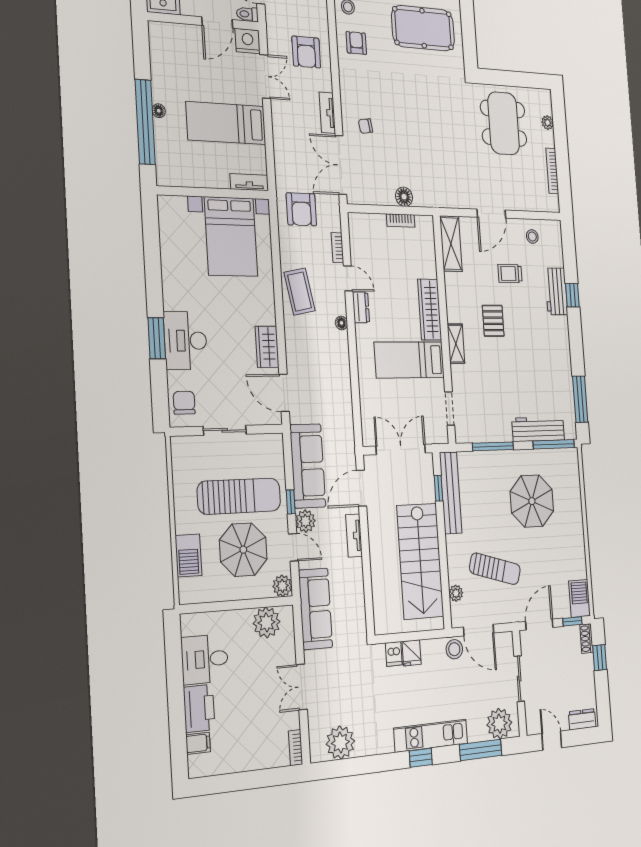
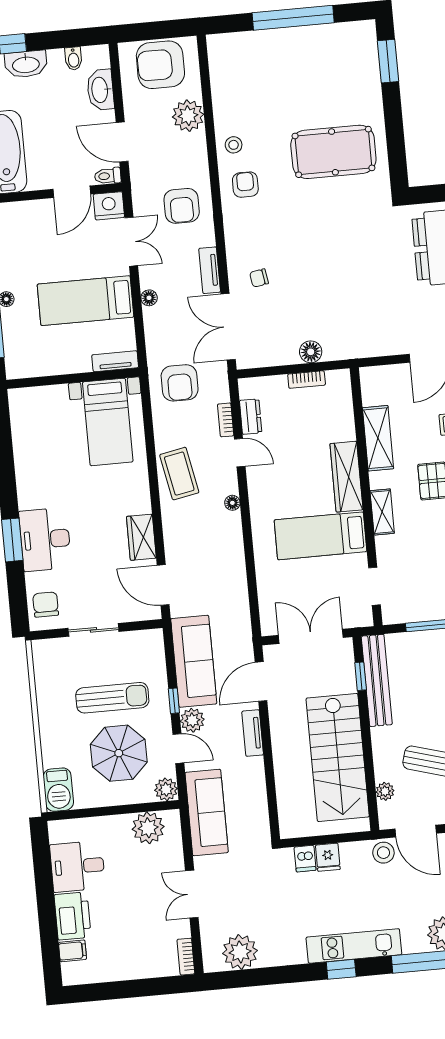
floor lamp: (278, 129) -> (149, 298), added
bed with nightstands: (231, 237) -> (108, 422), width x0.73
shelving: (451, 244) -> (378, 438), moved
dresser: (361, 307) -> (251, 417), moved
sun lounger: (239, 496) -> (112, 698), width x0.73, depth x0.75
barbecue: (188, 556) -> (58, 790), moved

